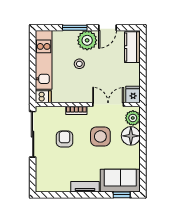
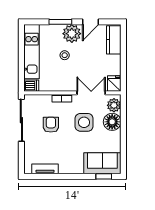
tv unit: (85, 187) -> (45, 169), moved

